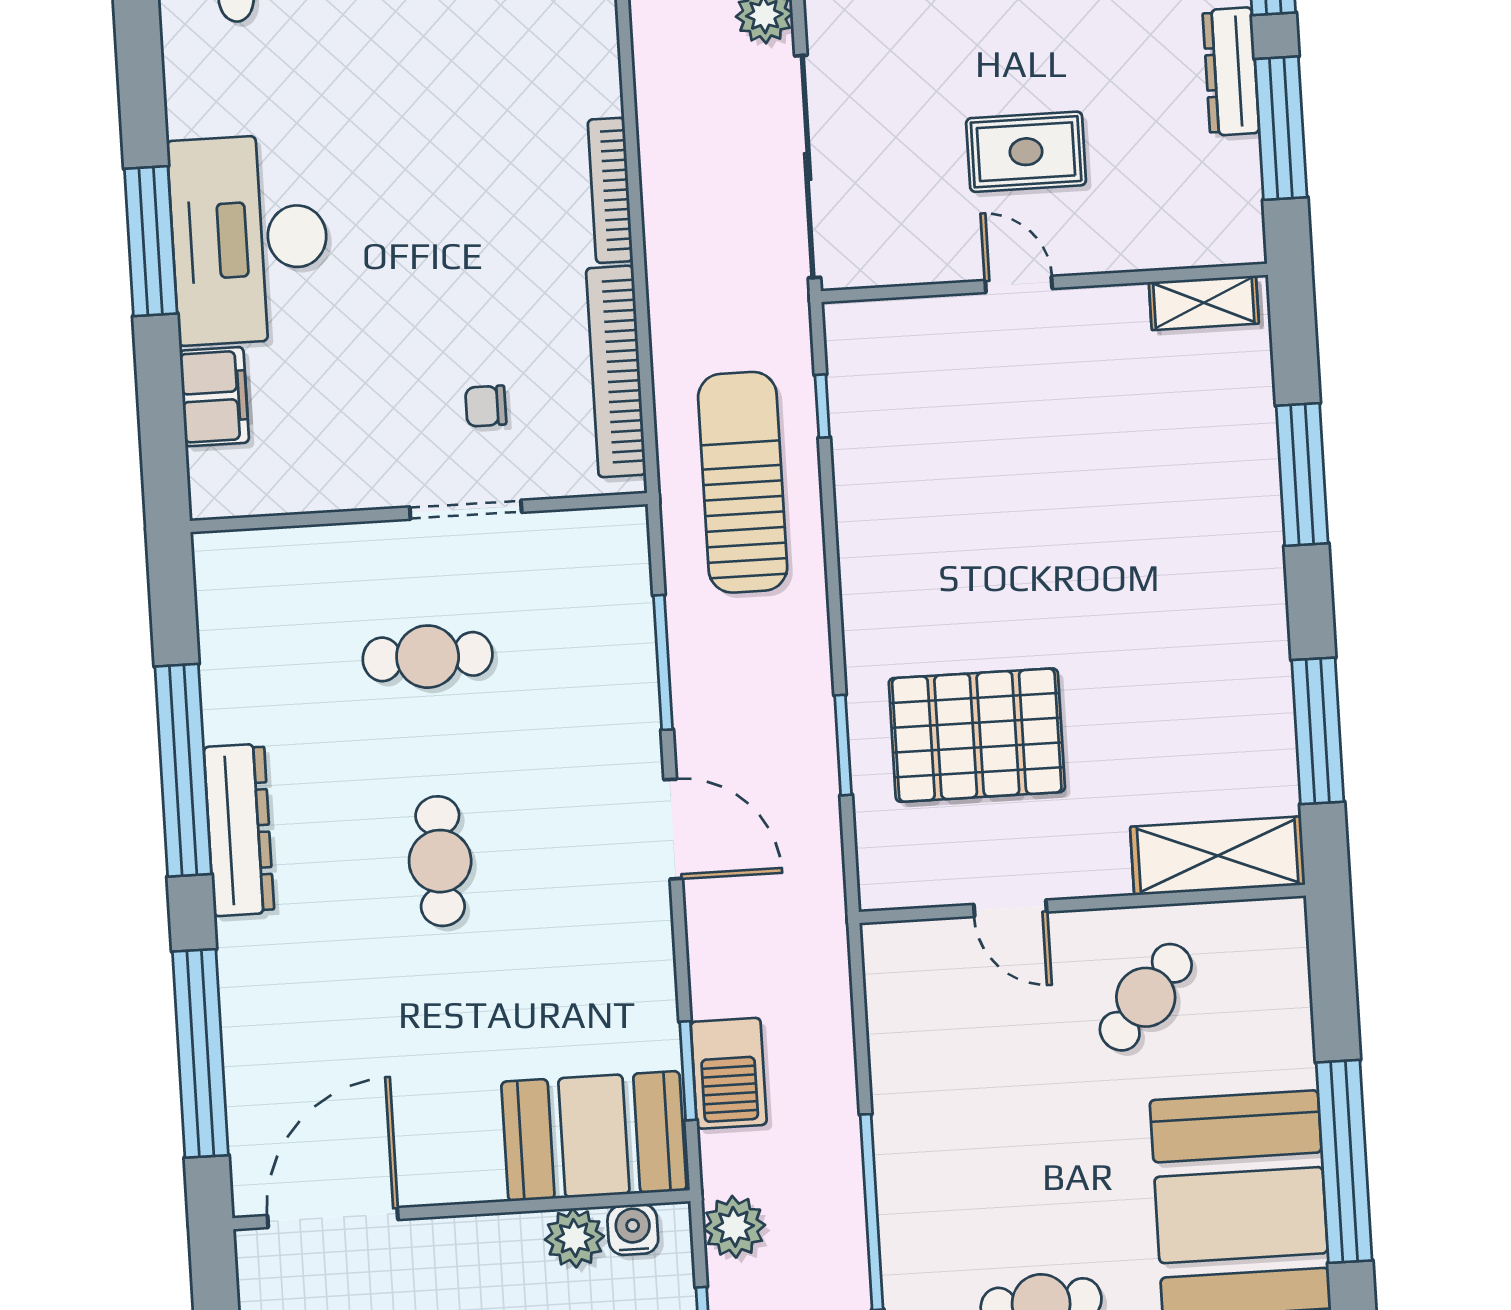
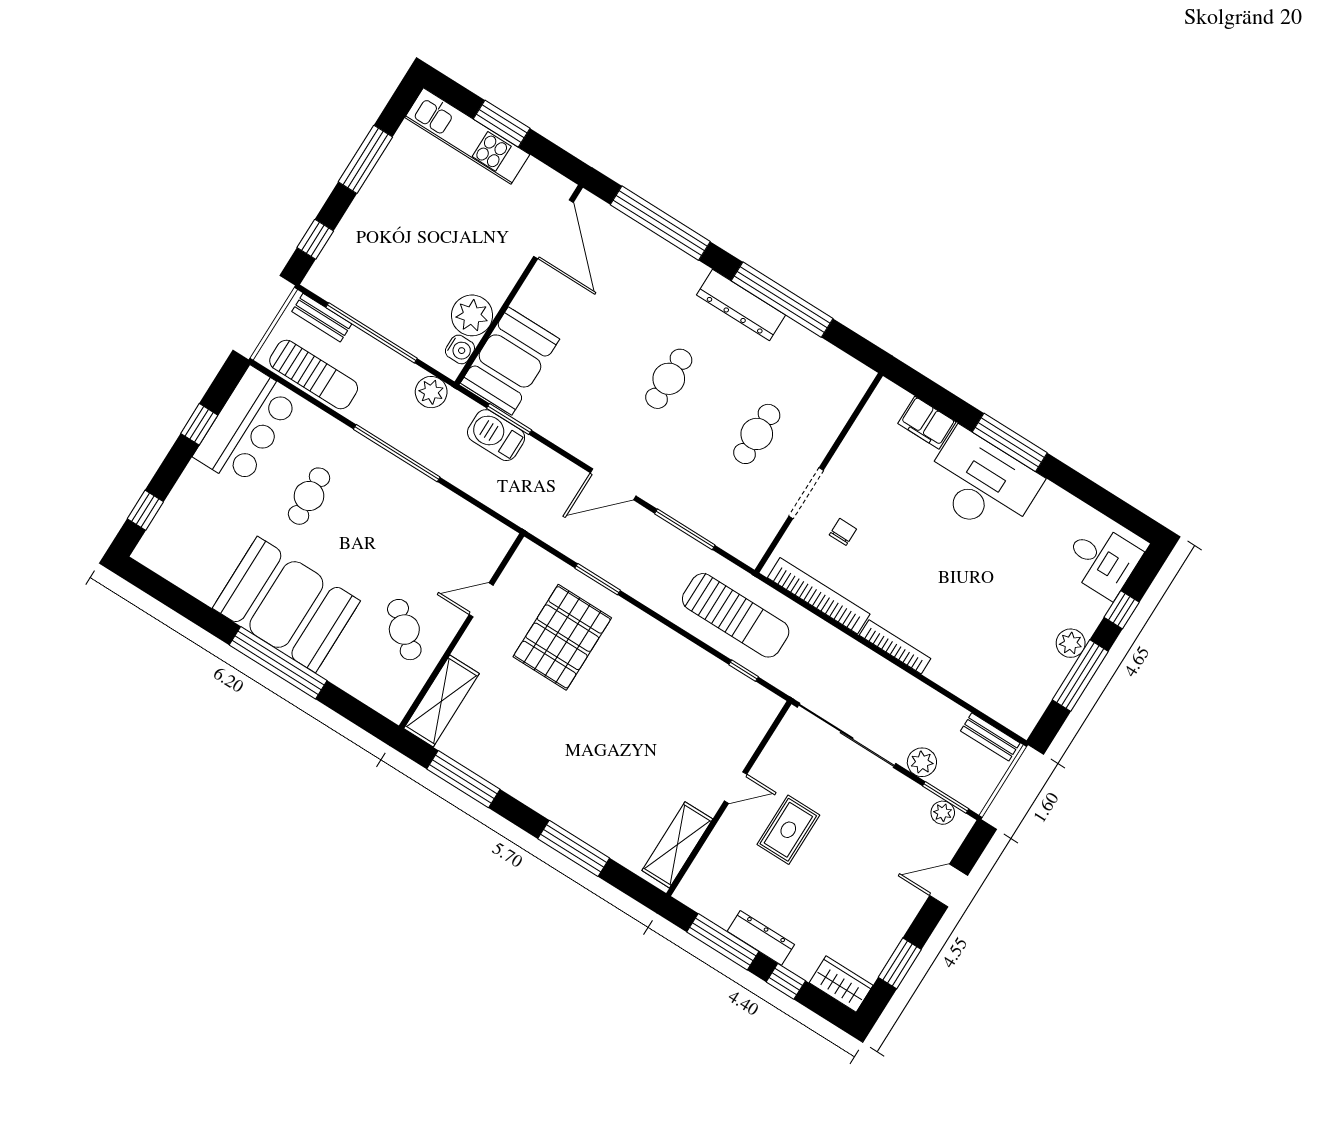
shelving: (1204, 303) -> (677, 845), width x1.50, depth x1.33
cafe table: (440, 861) -> (669, 379), turned 90
plant: (574, 1238) -> (472, 315), width x1.36, depth x1.36

